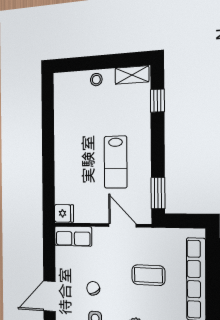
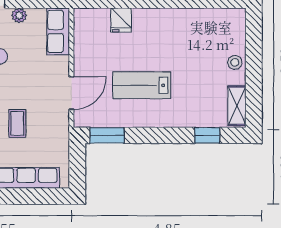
fridge: (64, 213) -> (121, 20), moved
plant: (61, 270) -> (19, 15), added
coffee table: (148, 275) -> (17, 124), width x0.73, depth x0.77

